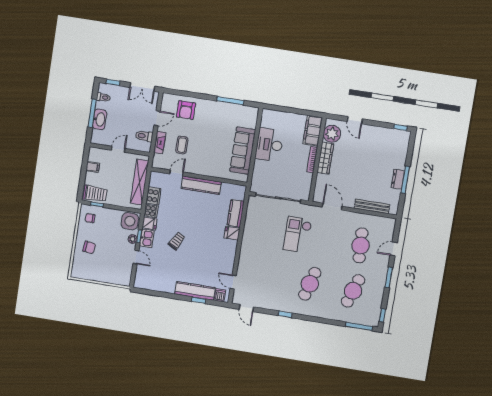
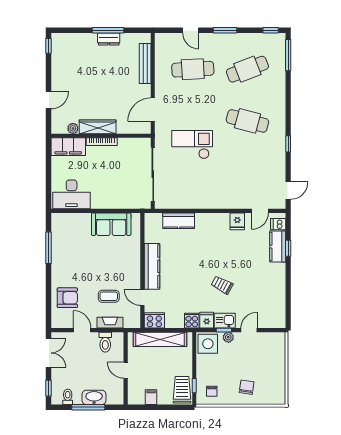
plant: (332, 134) -> (73, 128), width x0.53, depth x0.53
desk: (269, 145) -> (72, 194), moved
sofa: (243, 151) -> (111, 224), width x0.73
cooker: (153, 196) -> (154, 320), moved
fridge: (232, 233) -> (237, 221), moved
checkout: (298, 235) -> (192, 145), turned 180
kitchen counter: (195, 291) -> (278, 247), width x0.67
cafe table: (353, 291) -> (247, 69), turned -39

